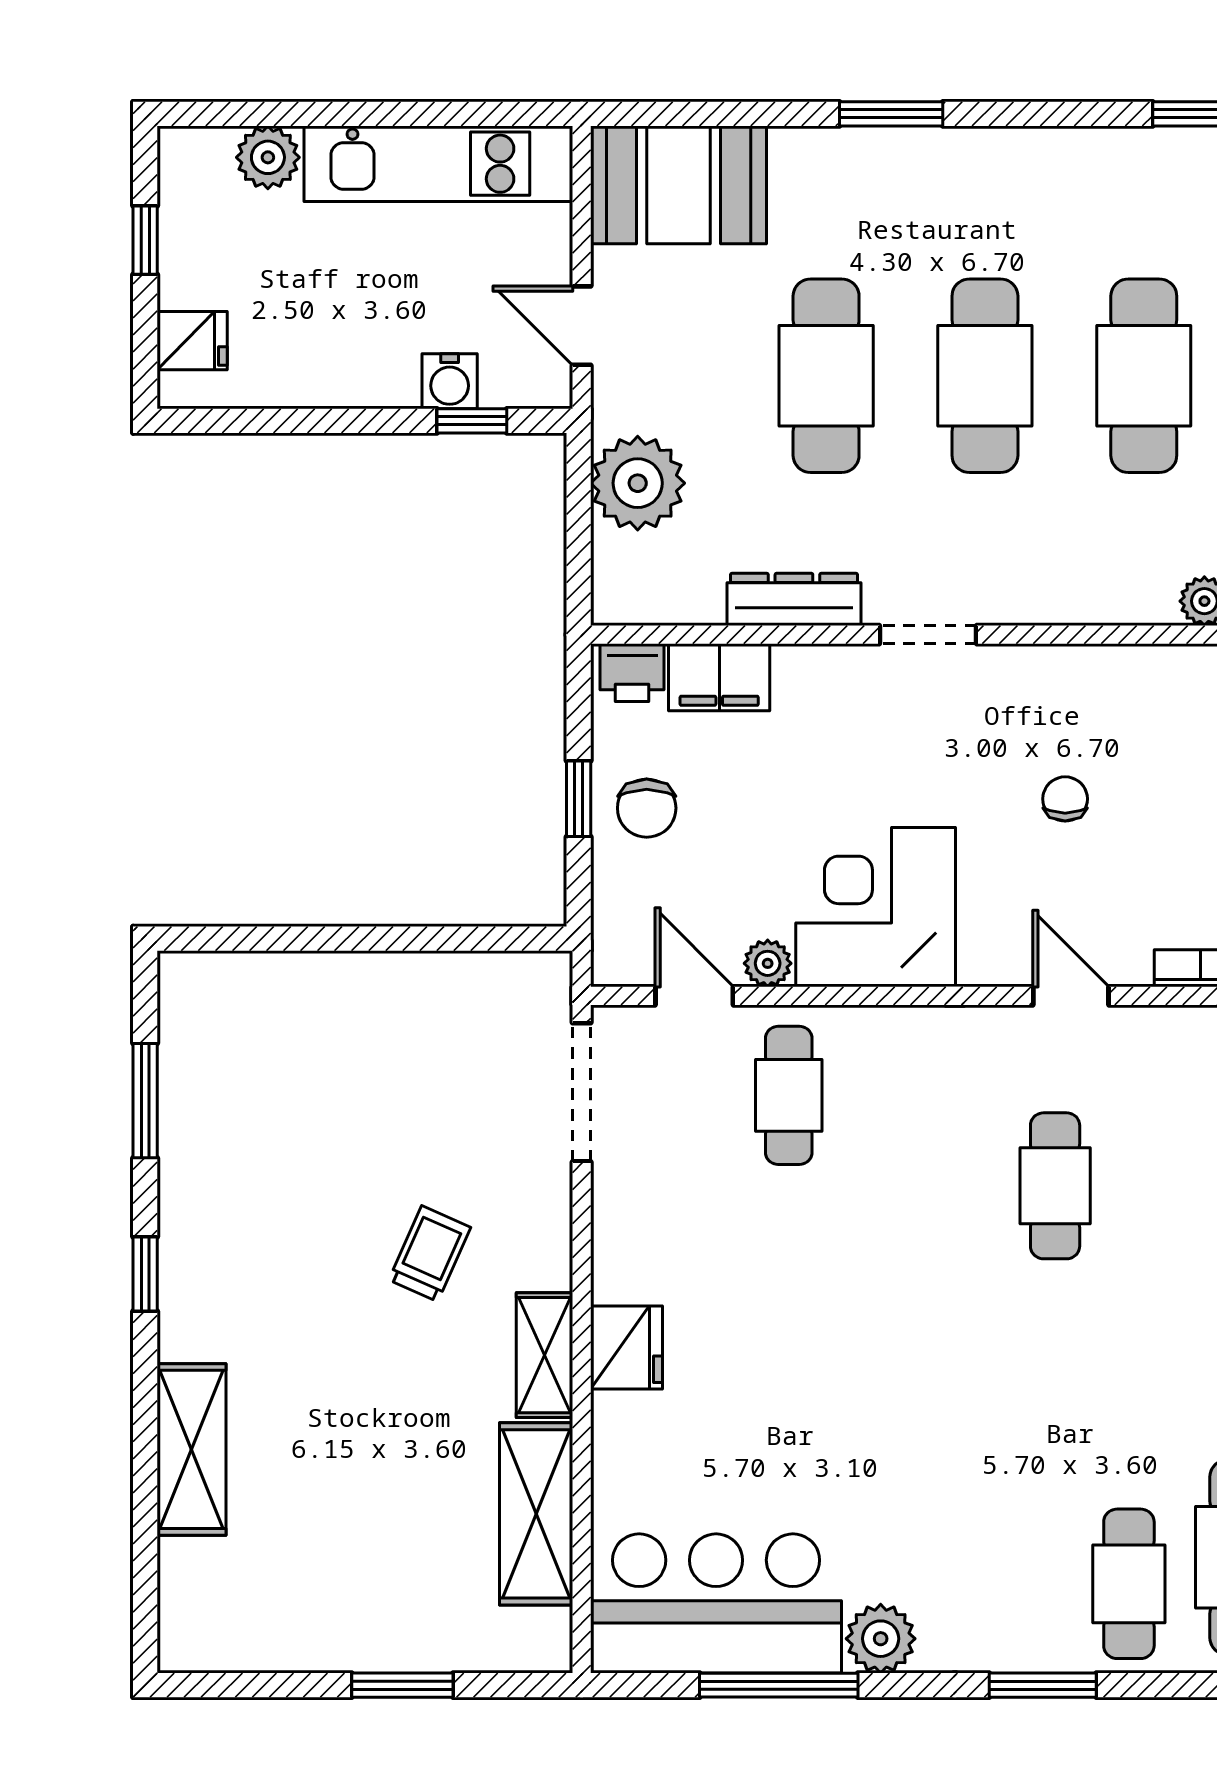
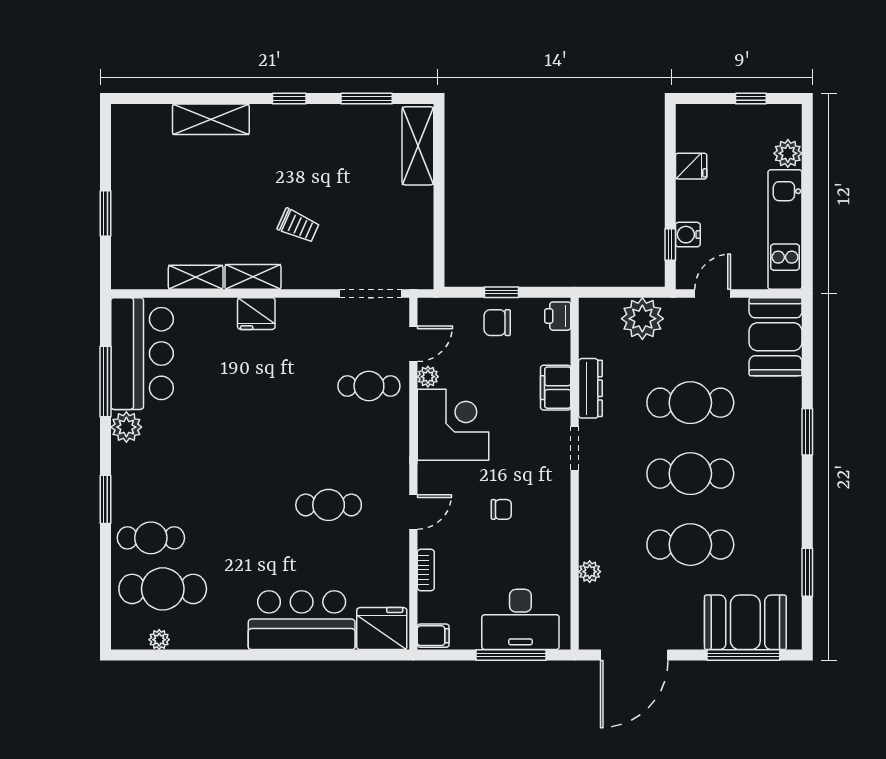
fridge: (192, 341) -> (691, 166), moved, turned -90
filing cabinet: (719, 677) -> (556, 388), moved
shelving: (251, 986) -> (418, 146), added
shelving: (536, 1514) -> (196, 277), width x0.67, depth x0.75

